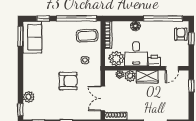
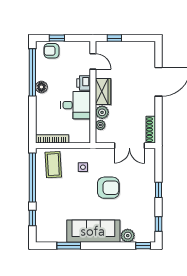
floor lamp: (135, 26) -> (41, 87), moved
window: (20, 36) -> (69, 246), moved
sofa: (32, 37) -> (93, 231), moved, width x1.36
plant: (116, 59) -> (81, 129), removed
armchair: (68, 81) -> (108, 188), turned 90

